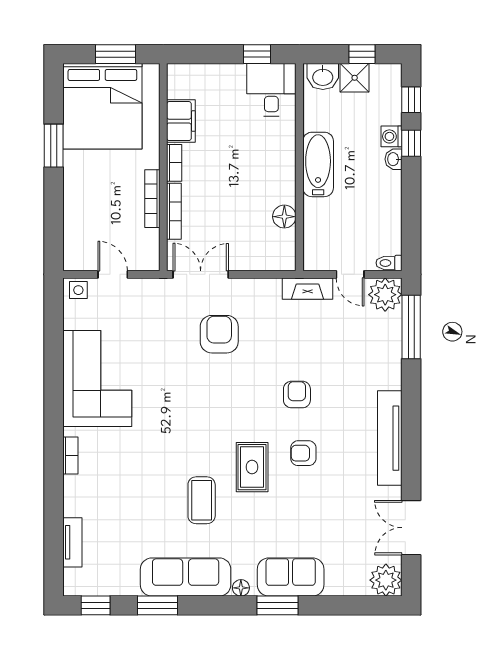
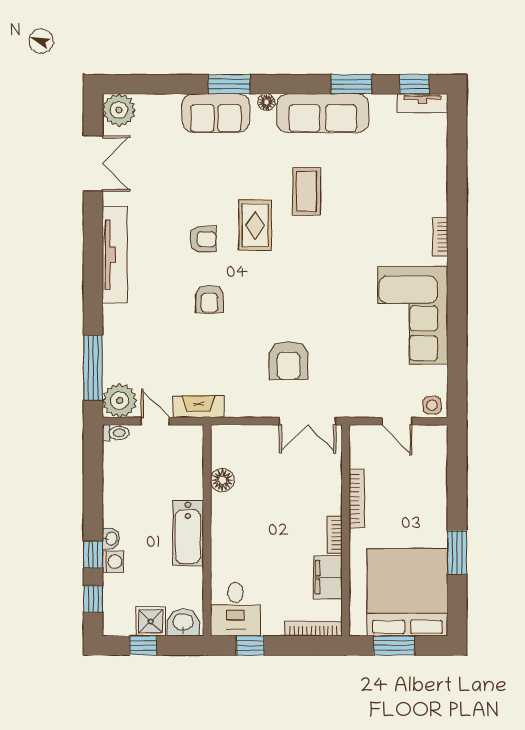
bookcase: (174, 211) -> (313, 629), moved, turned 90
tv unit: (72, 542) -> (423, 103), moved, turned -90

